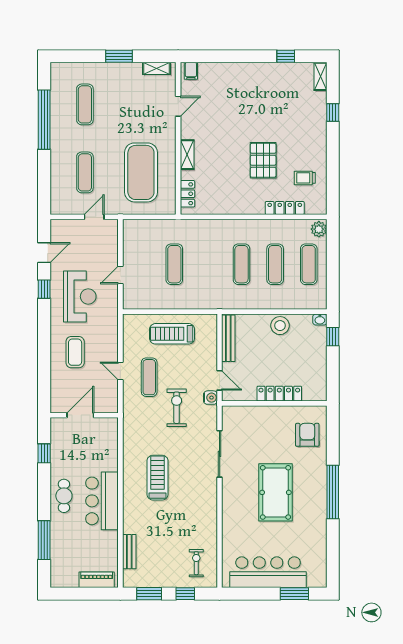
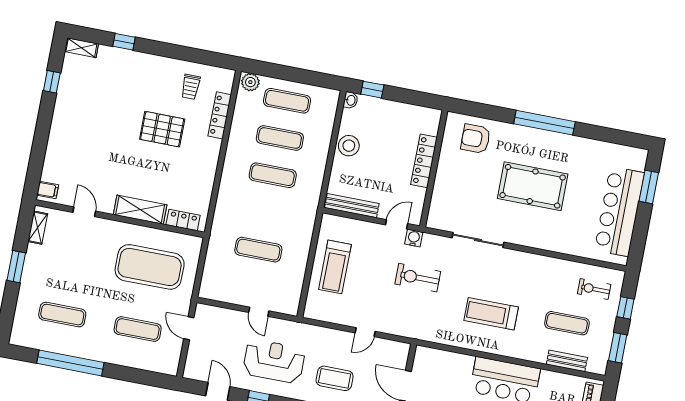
shelving: (187, 155) -> (140, 210), width x1.50, depth x1.33
exercise mat: (149, 377) -> (567, 323), moved

